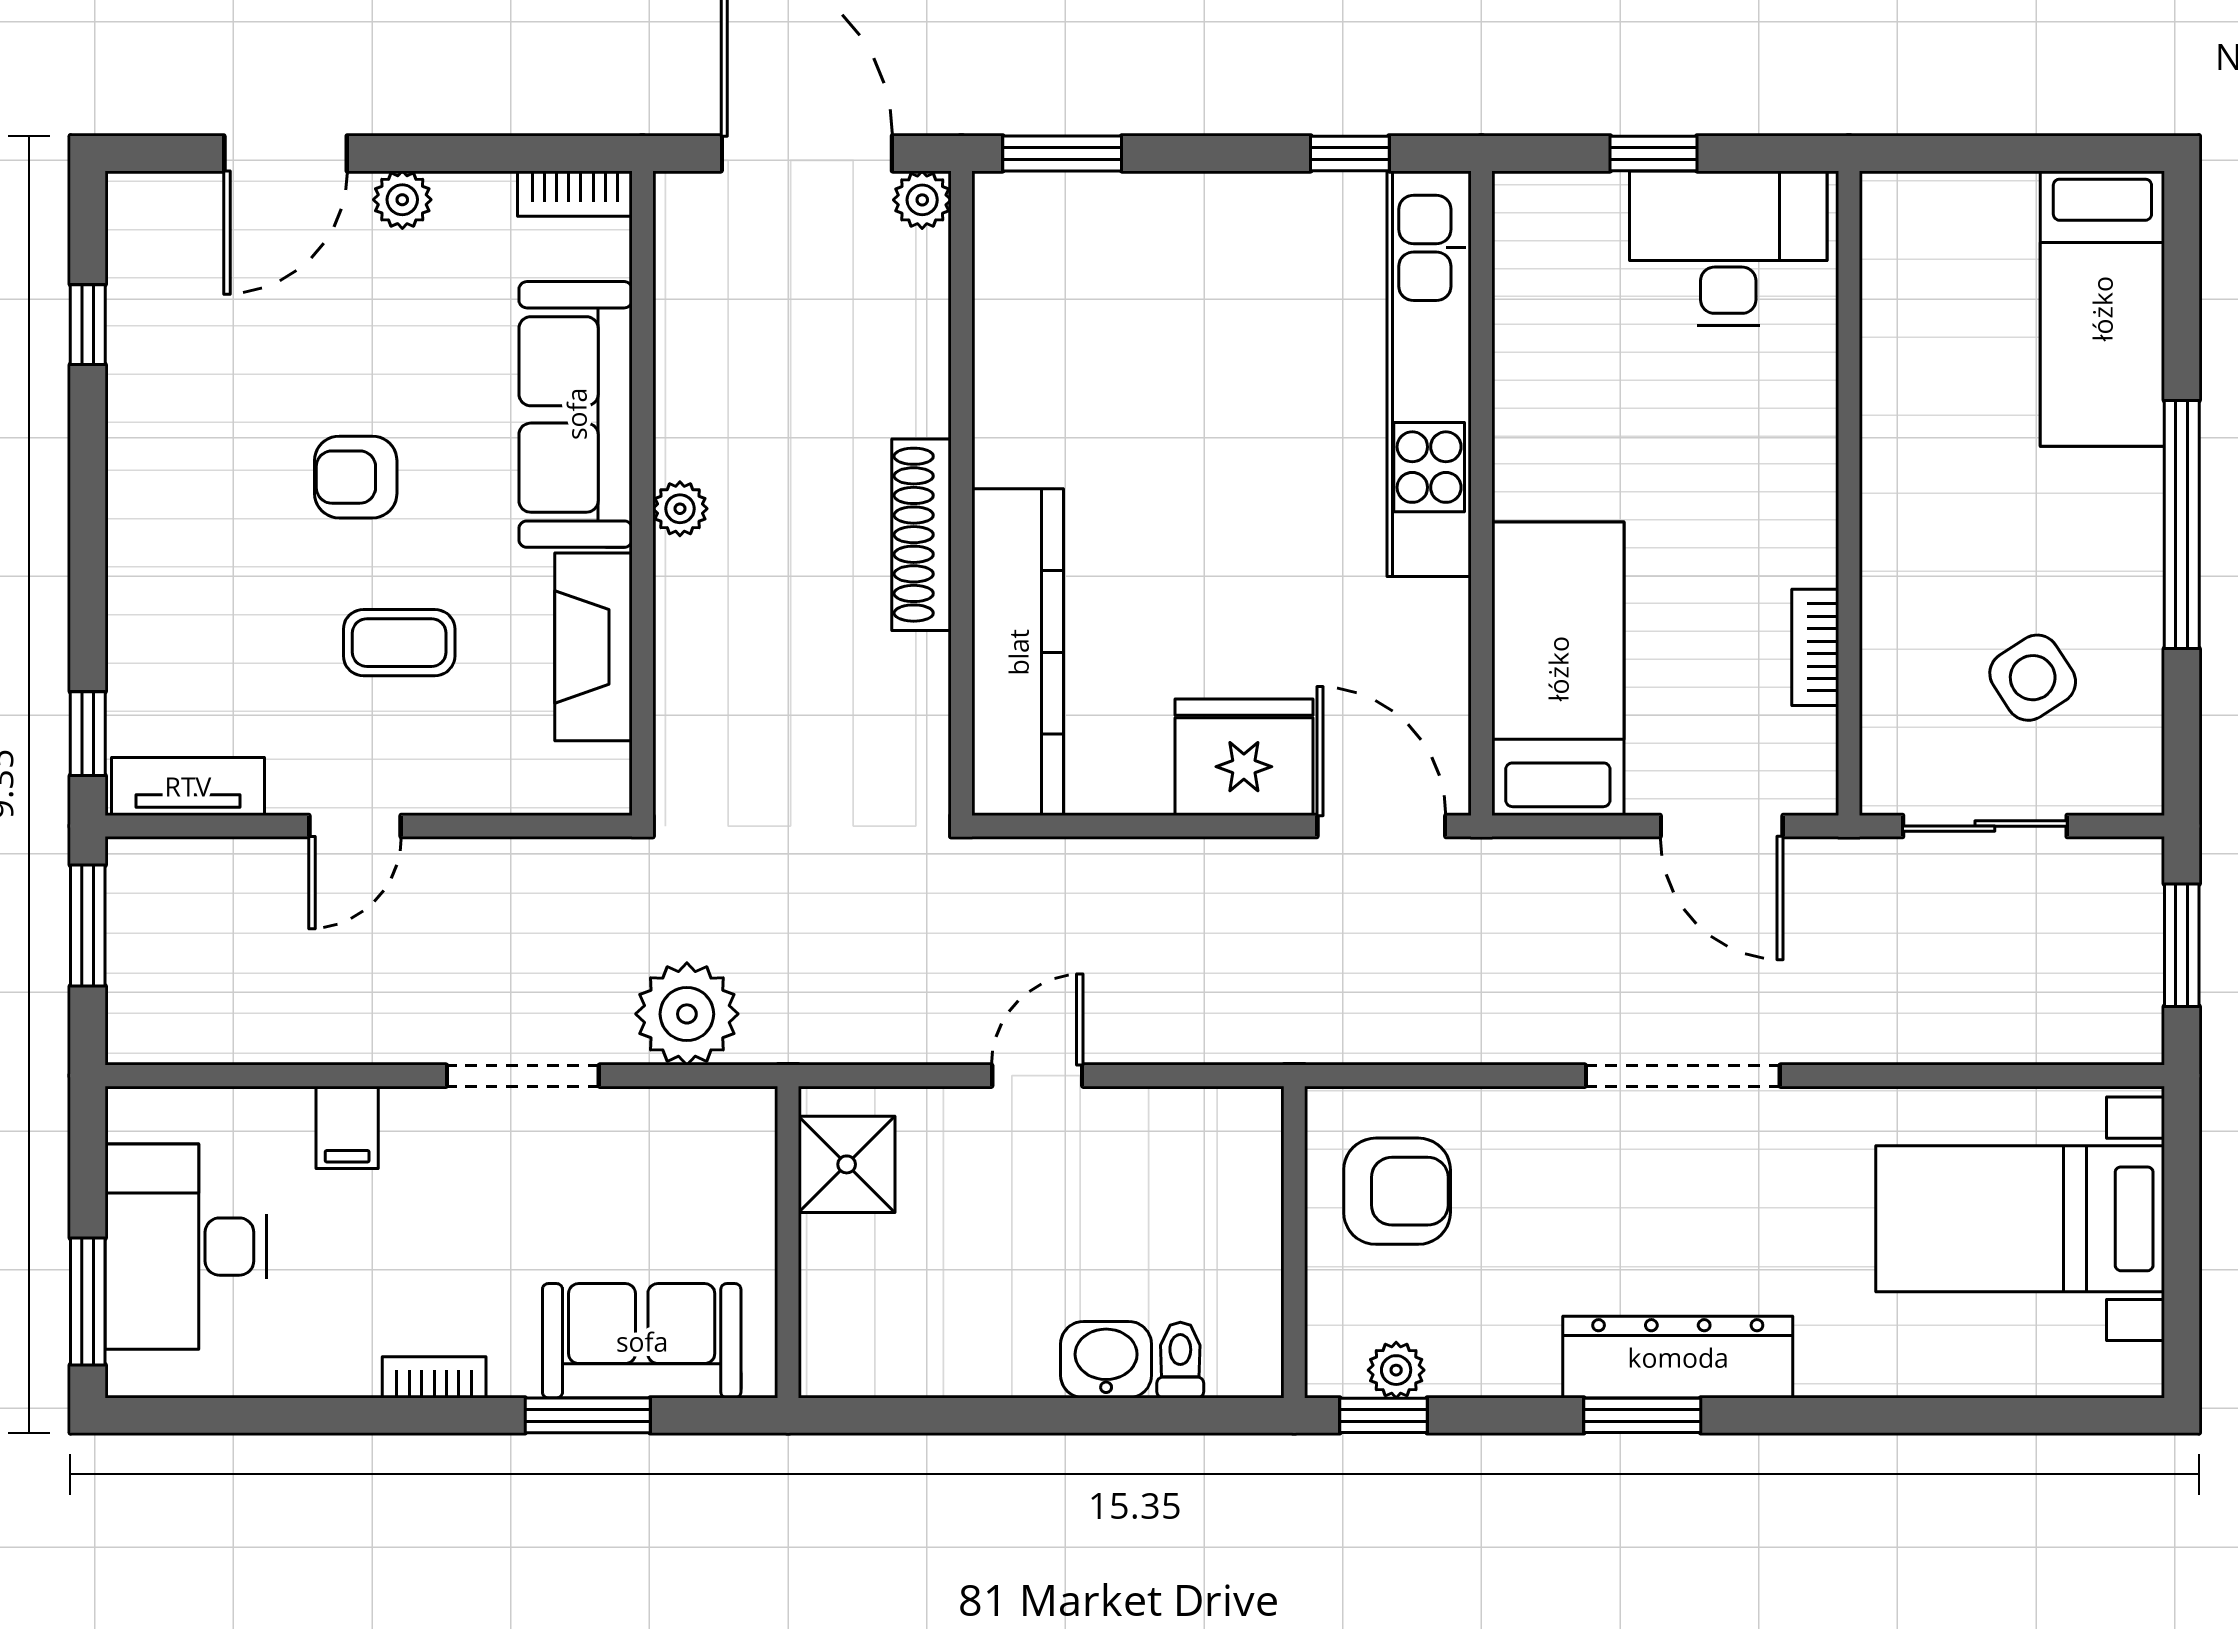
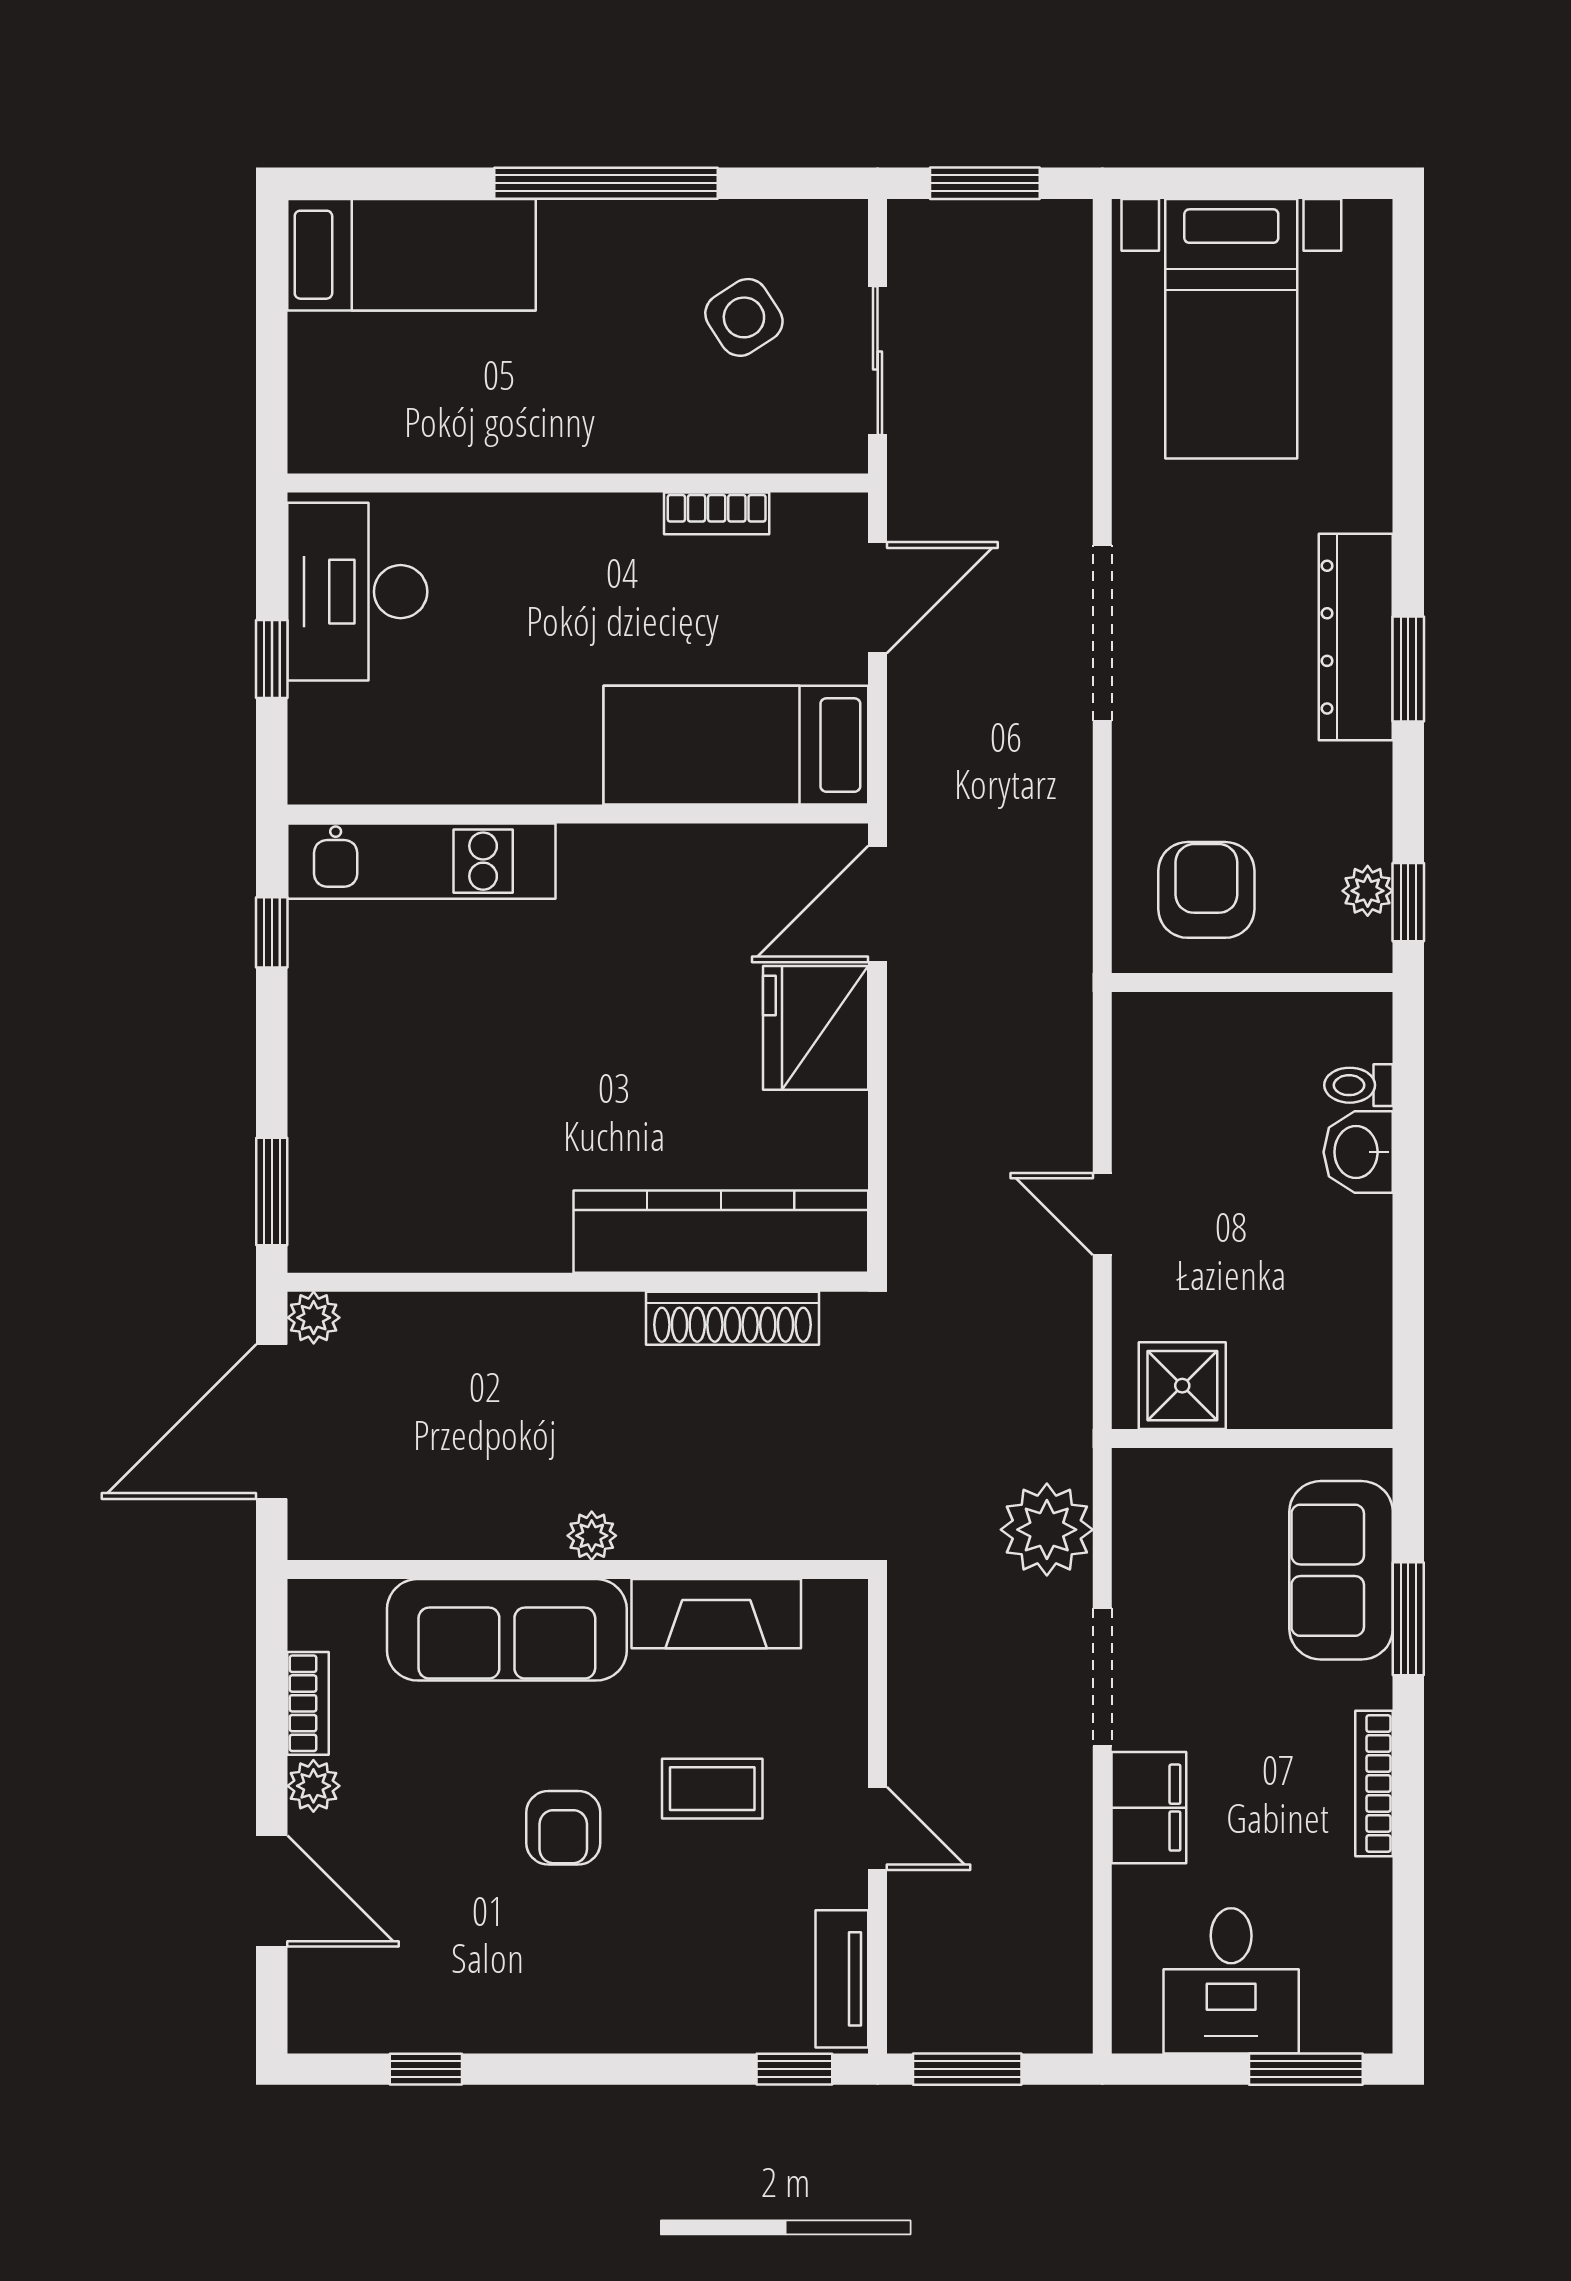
bookcase: (575, 194) -> (308, 1703), moved
kitchen unit: (1429, 374) -> (421, 861), width x0.73
shoe rack: (921, 535) -> (733, 1318), moved
coffee table: (399, 643) -> (712, 1789), turned 90
filing cabinet: (347, 1127) -> (1149, 1808), width x2.00
desk: (186, 1247) -> (1231, 1981), width x0.73
bookcase: (434, 1377) -> (1374, 1783), width x1.56

